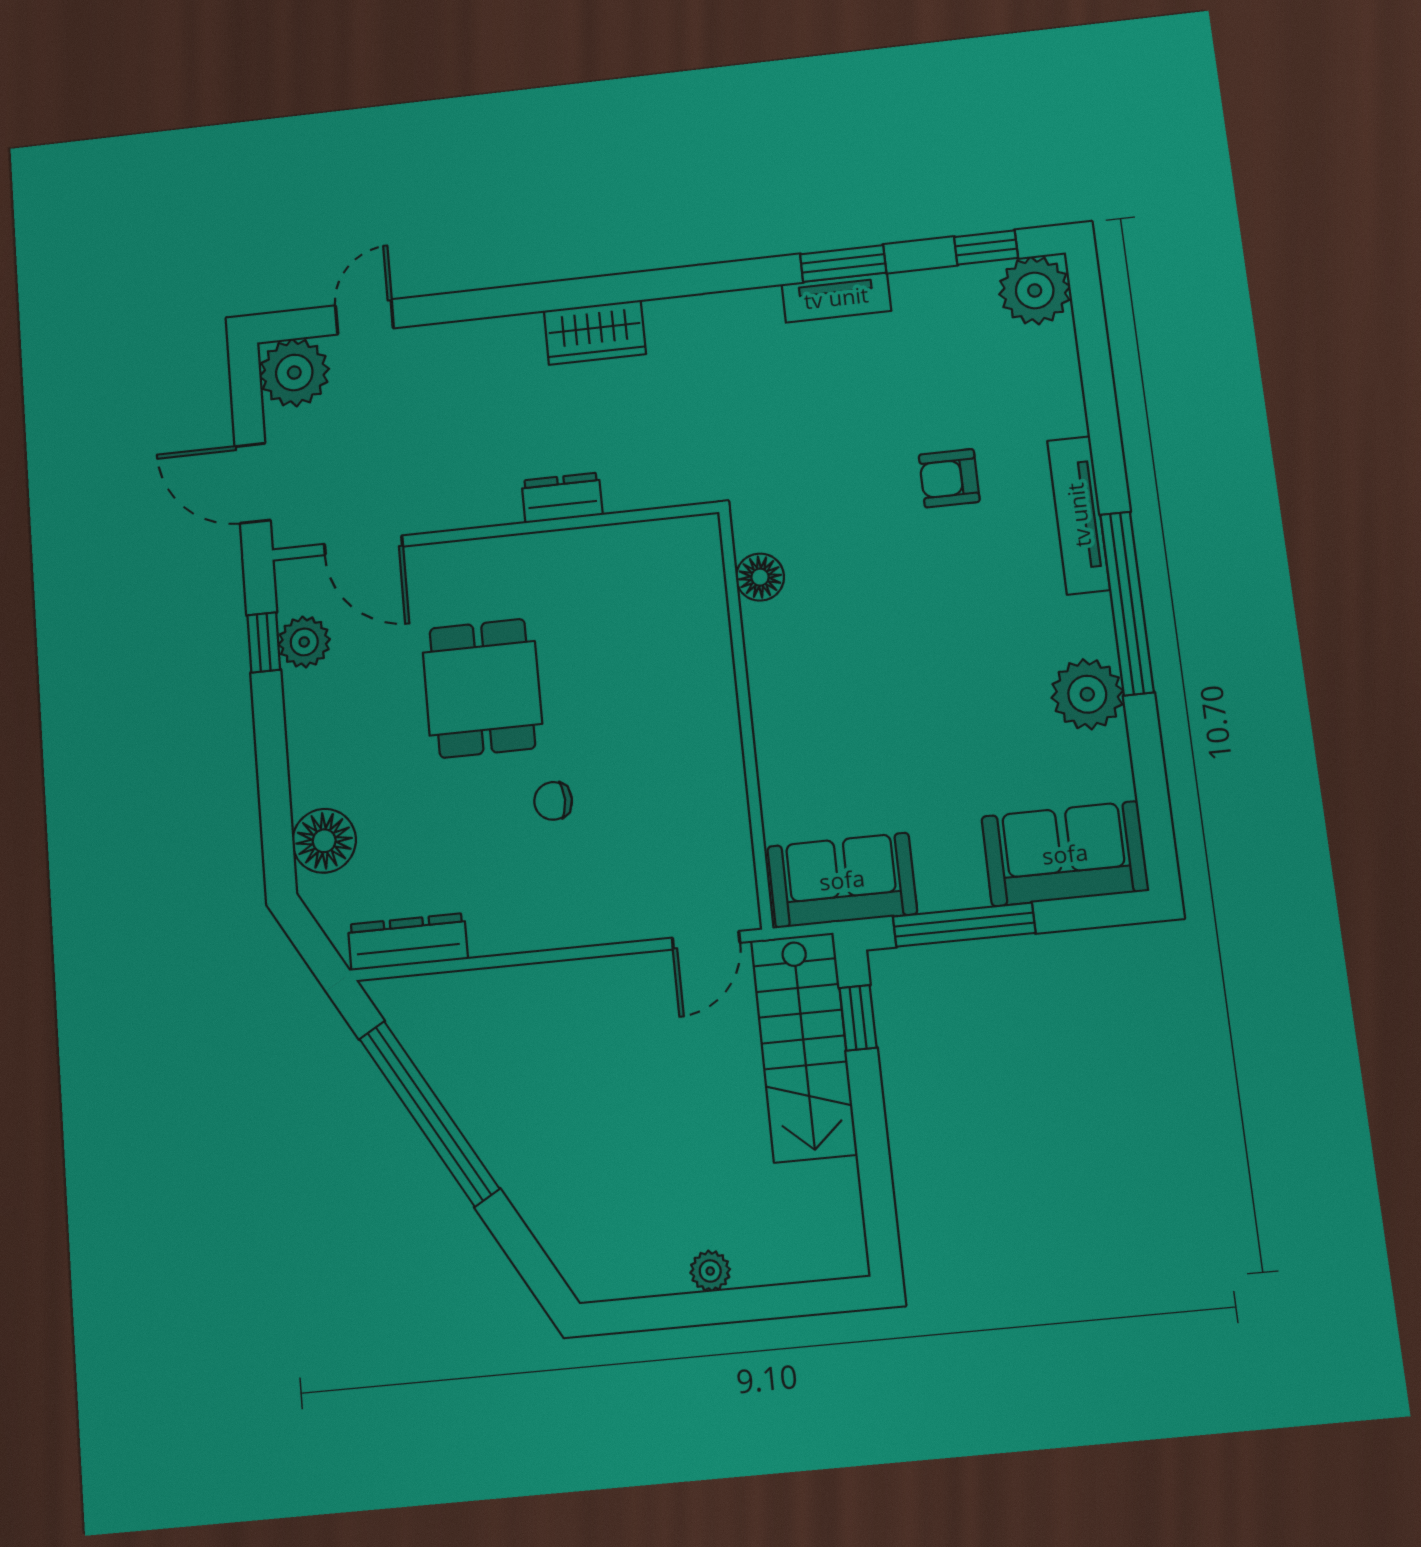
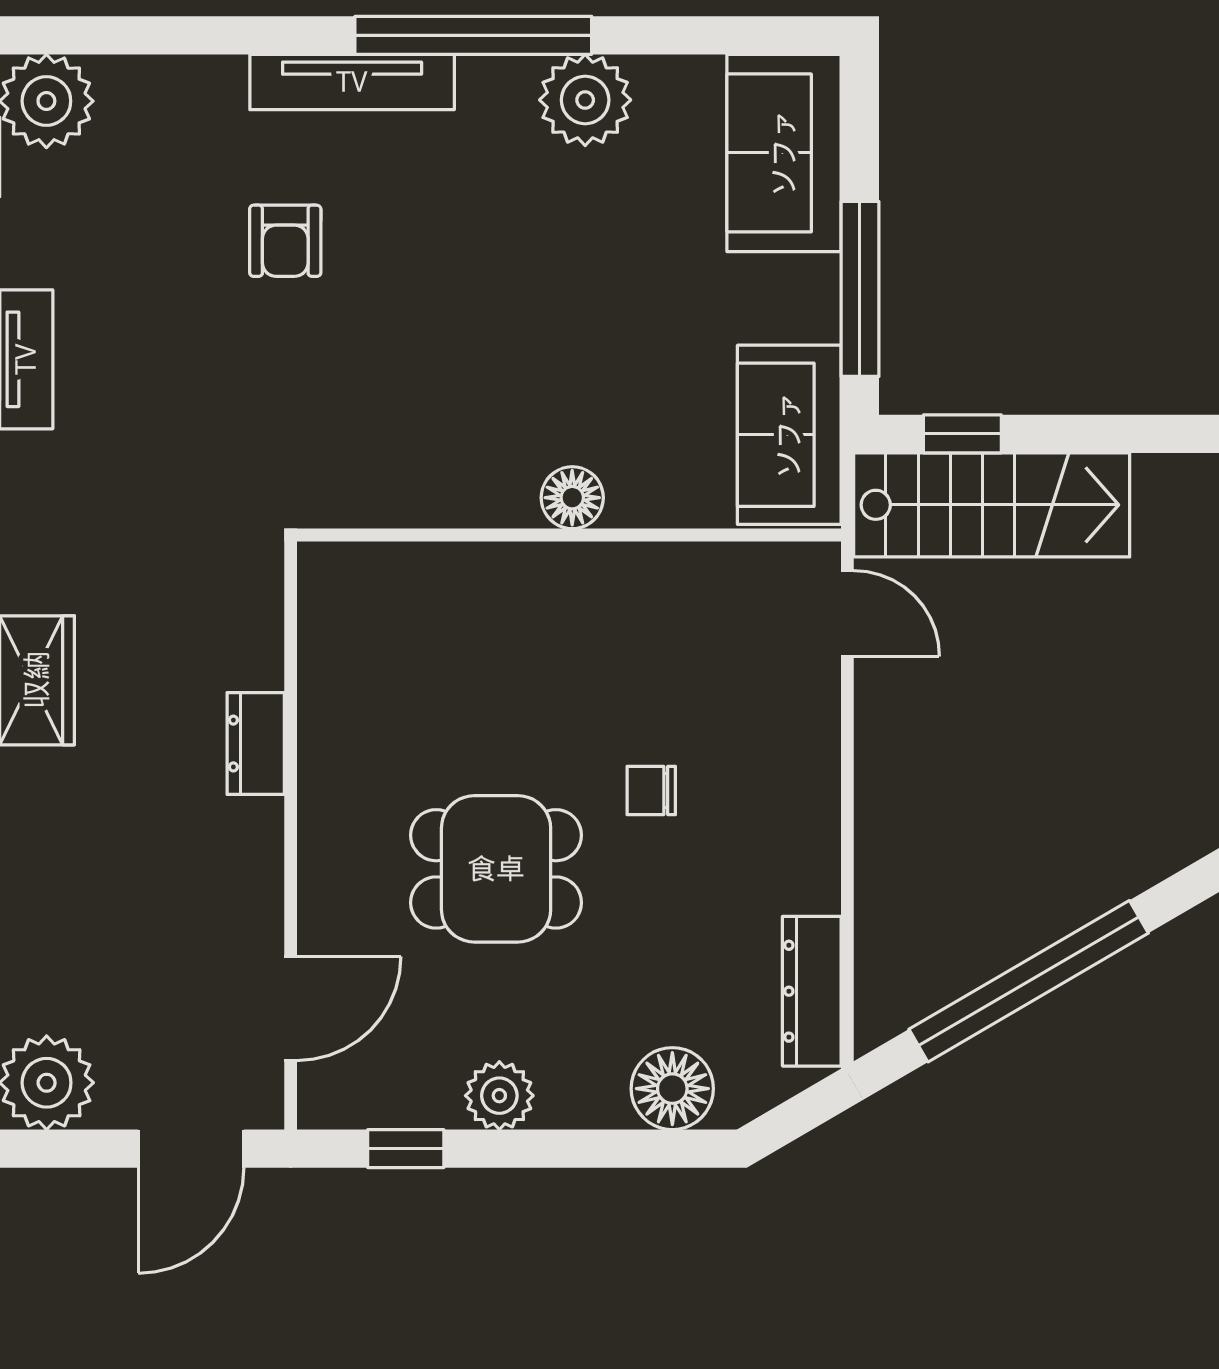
floor lamp: (760, 577) -> (572, 498), moved
plant: (304, 642) -> (499, 1096), moved
chair: (553, 801) -> (651, 791), turned 90

